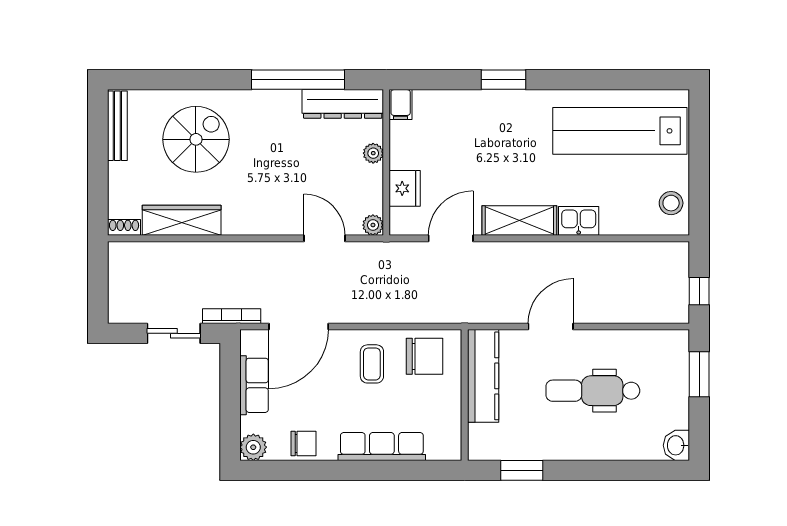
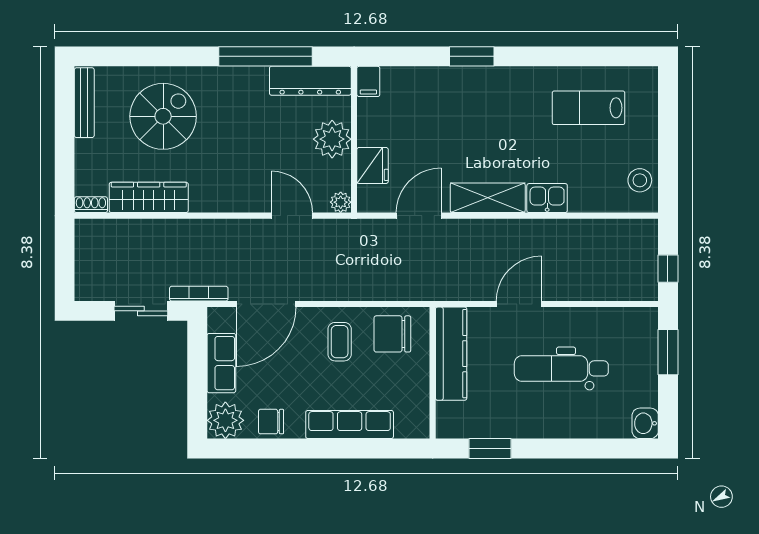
lab bench: (620, 131) -> (588, 108), width x0.54, depth x0.72
plant: (373, 153) -> (332, 139), width x1.87, depth x1.87
chair: (425, 356) -> (392, 334), turned 180
chair: (304, 444) -> (271, 422), turned 180
plant: (253, 447) -> (225, 420), width x1.36, depth x1.36

